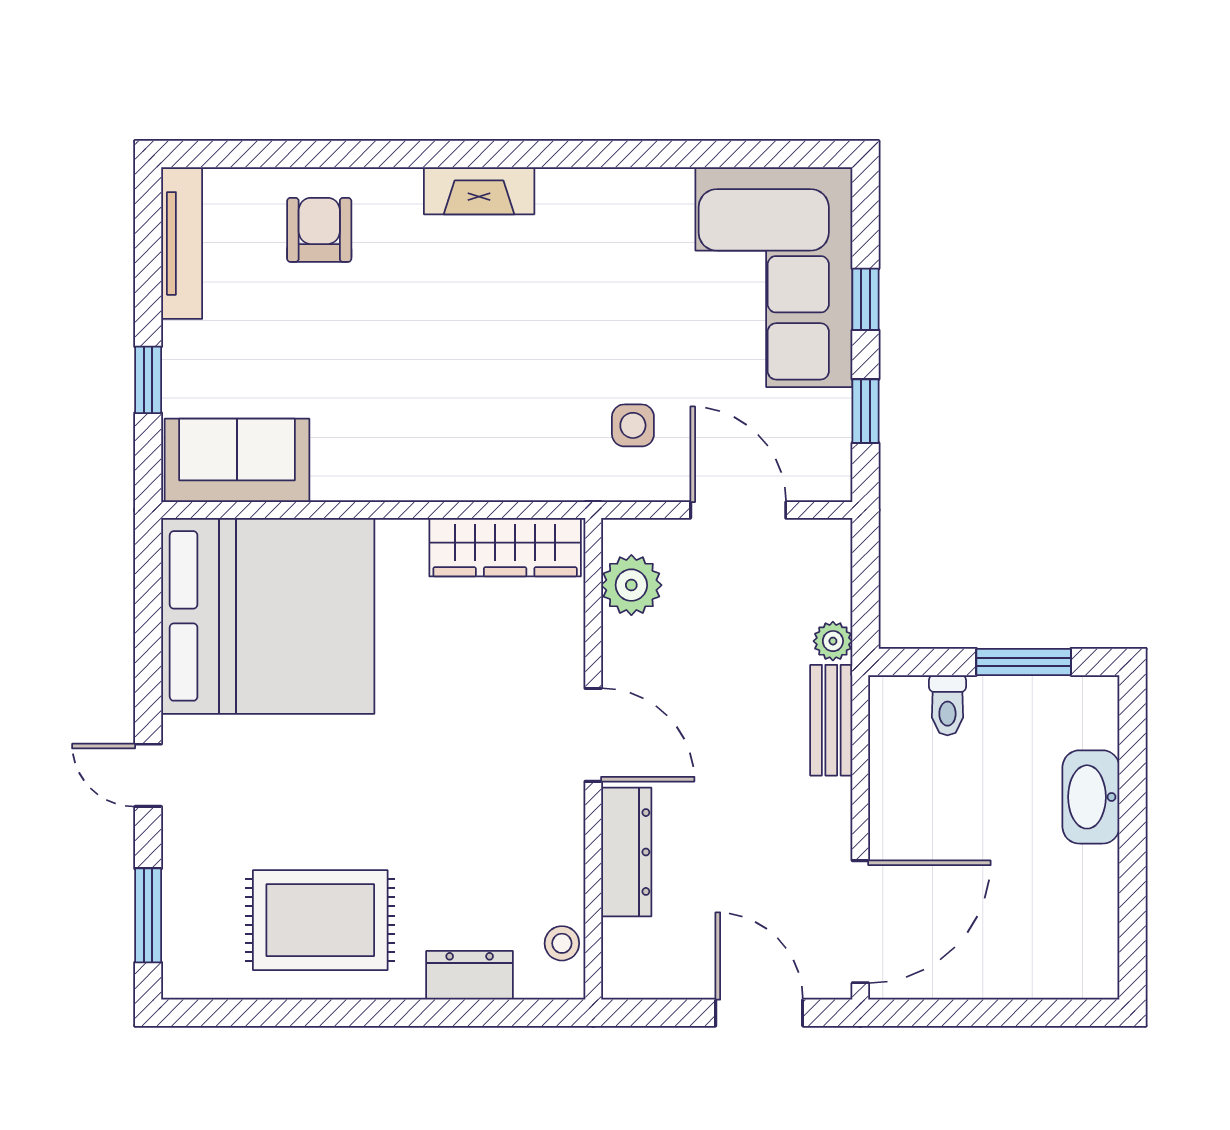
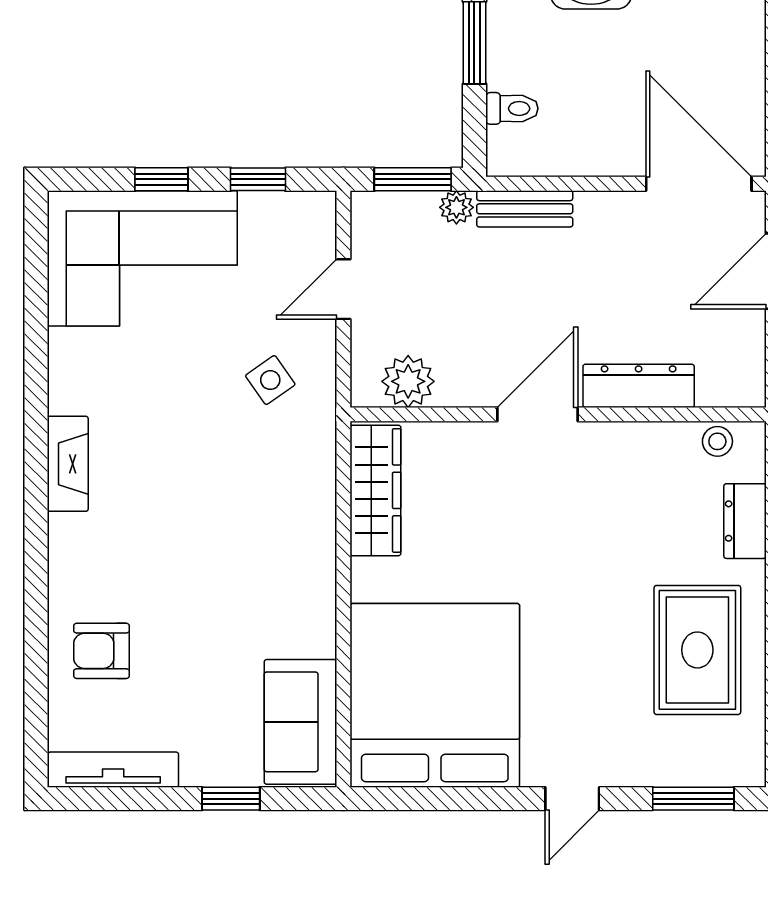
fireplace: (479, 191) -> (68, 464), moved
side table: (633, 425) -> (270, 380), turned -35
door: (738, 510) -> (343, 289), width x0.73
window: (866, 590) -> (413, 179), added

